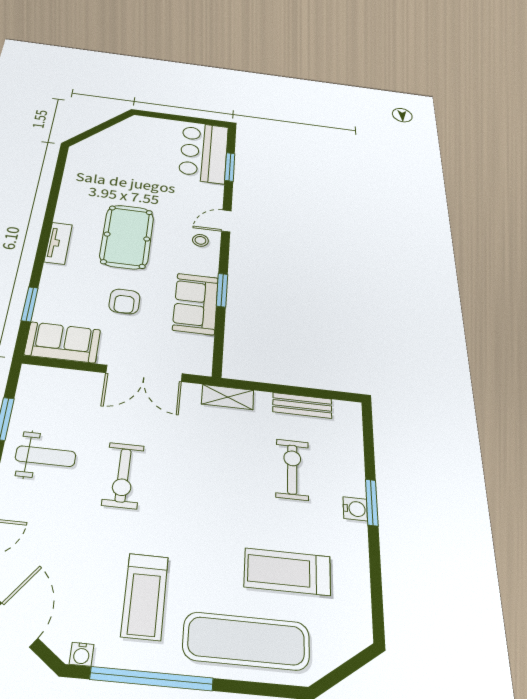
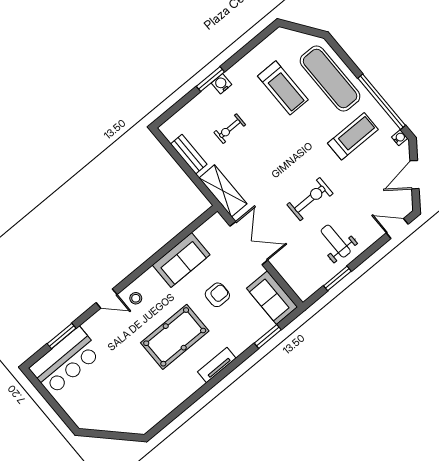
window: (222, 290) -> (158, 256), removed
shelving: (228, 397) -> (223, 191), width x1.50, depth x1.33
exercise bike: (292, 469) -> (230, 129), width x0.73, depth x0.72

